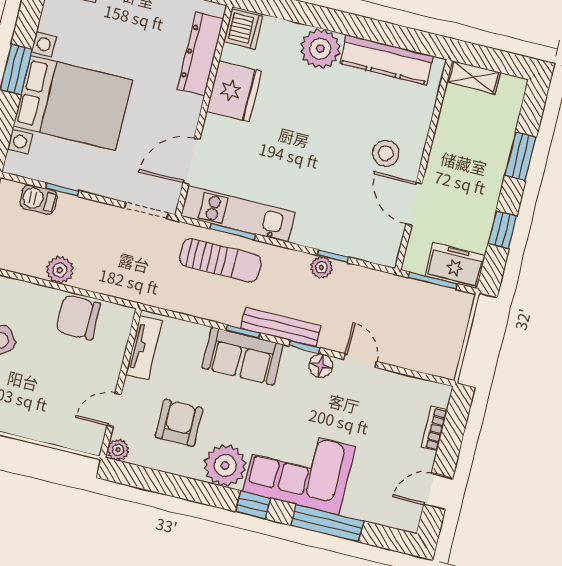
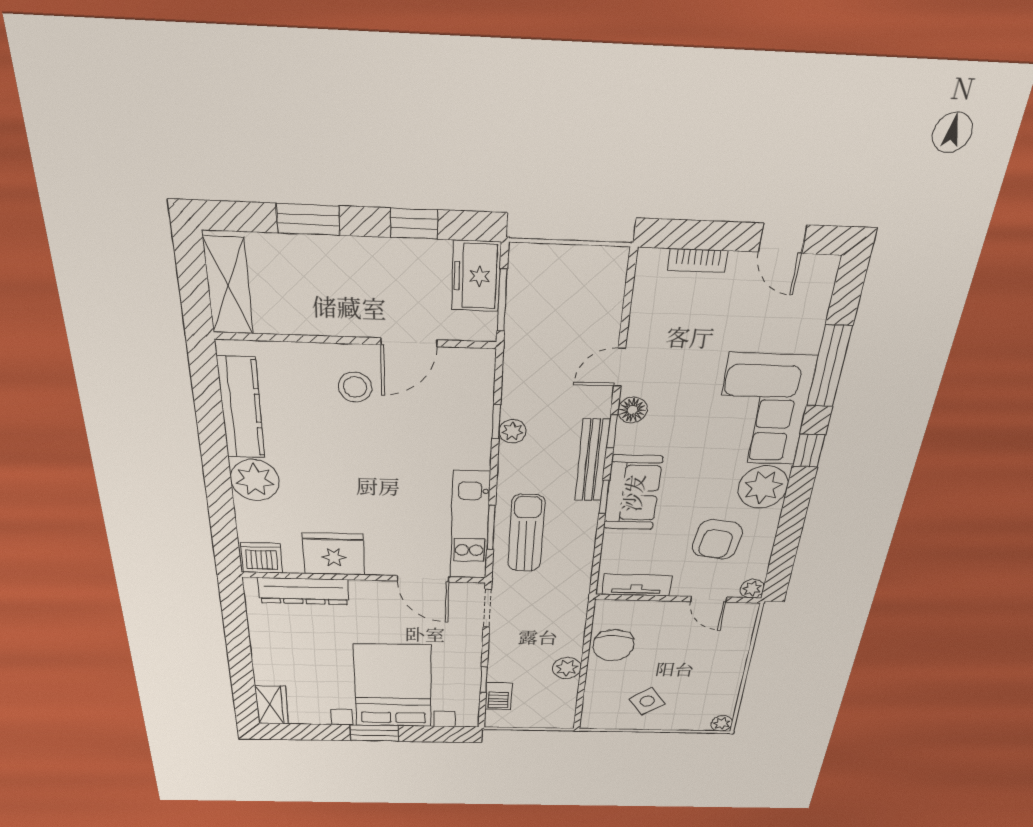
shelving: (473, 77) -> (228, 286), width x1.50, depth x1.33
armchair: (179, 423) -> (717, 539), turned -82

